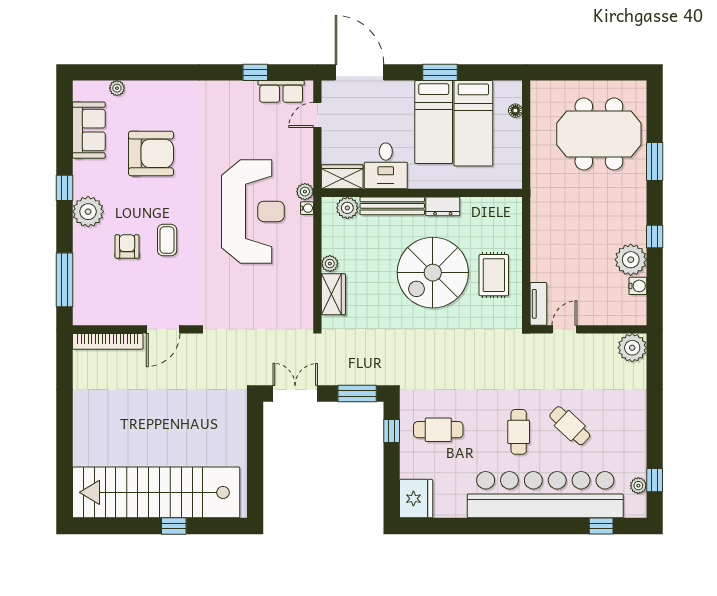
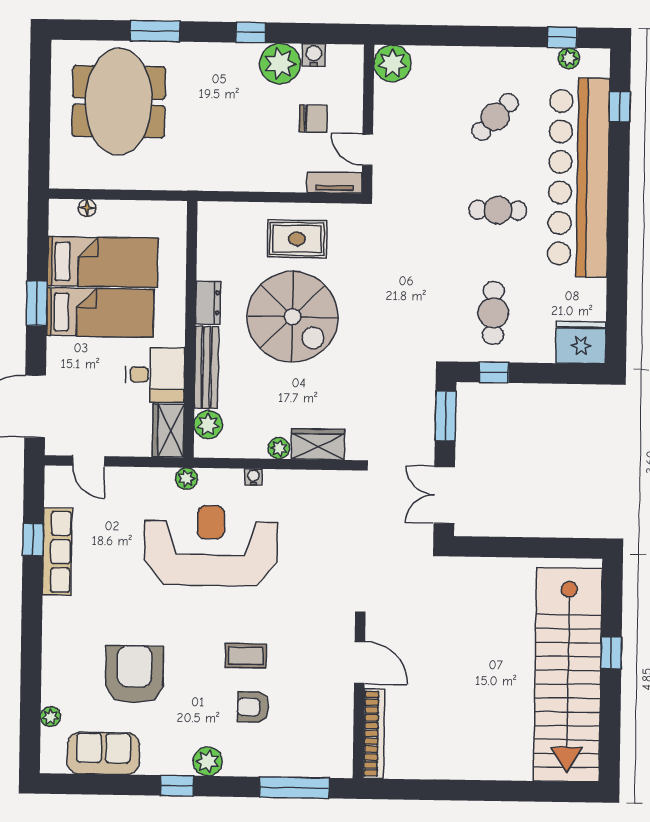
row of seats: (281, 91) -> (57, 552), moved, width x1.48
water cooler: (307, 208) -> (253, 477), moved
plant: (88, 212) -> (208, 761), width x0.73, depth x0.73
chair: (588, 287) -> (314, 119), added
cafe table: (570, 426) -> (495, 117), moved

